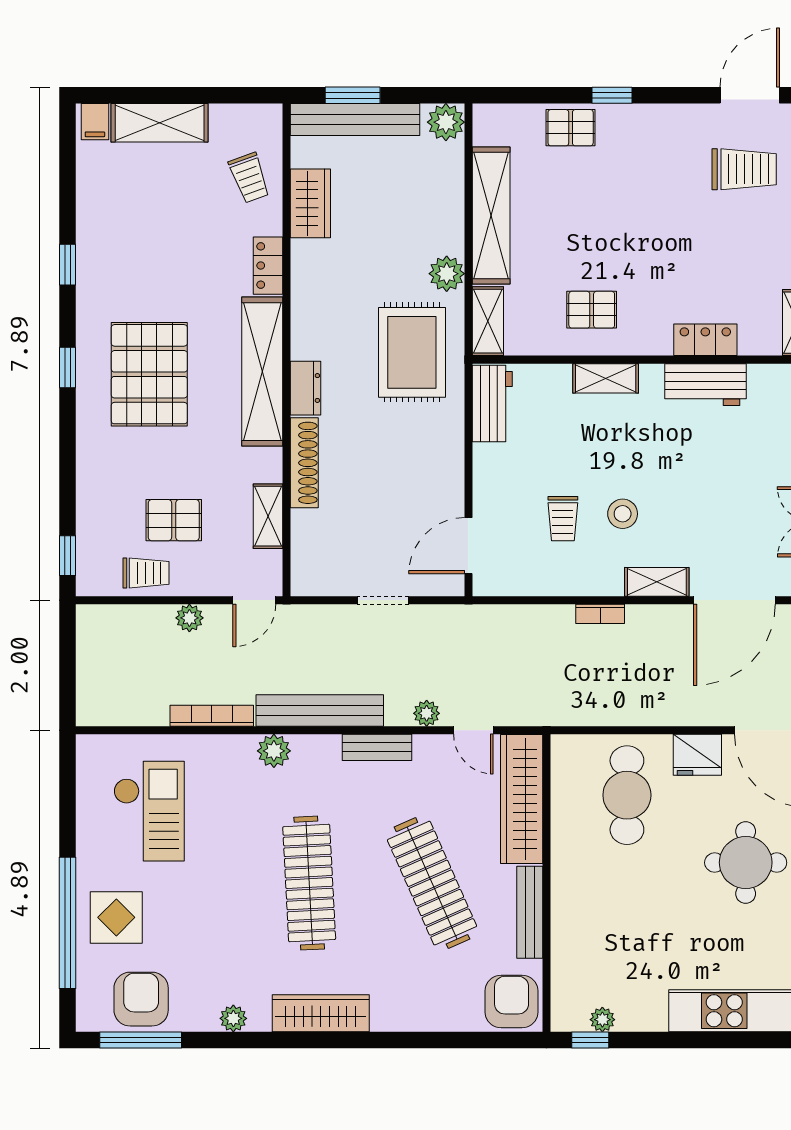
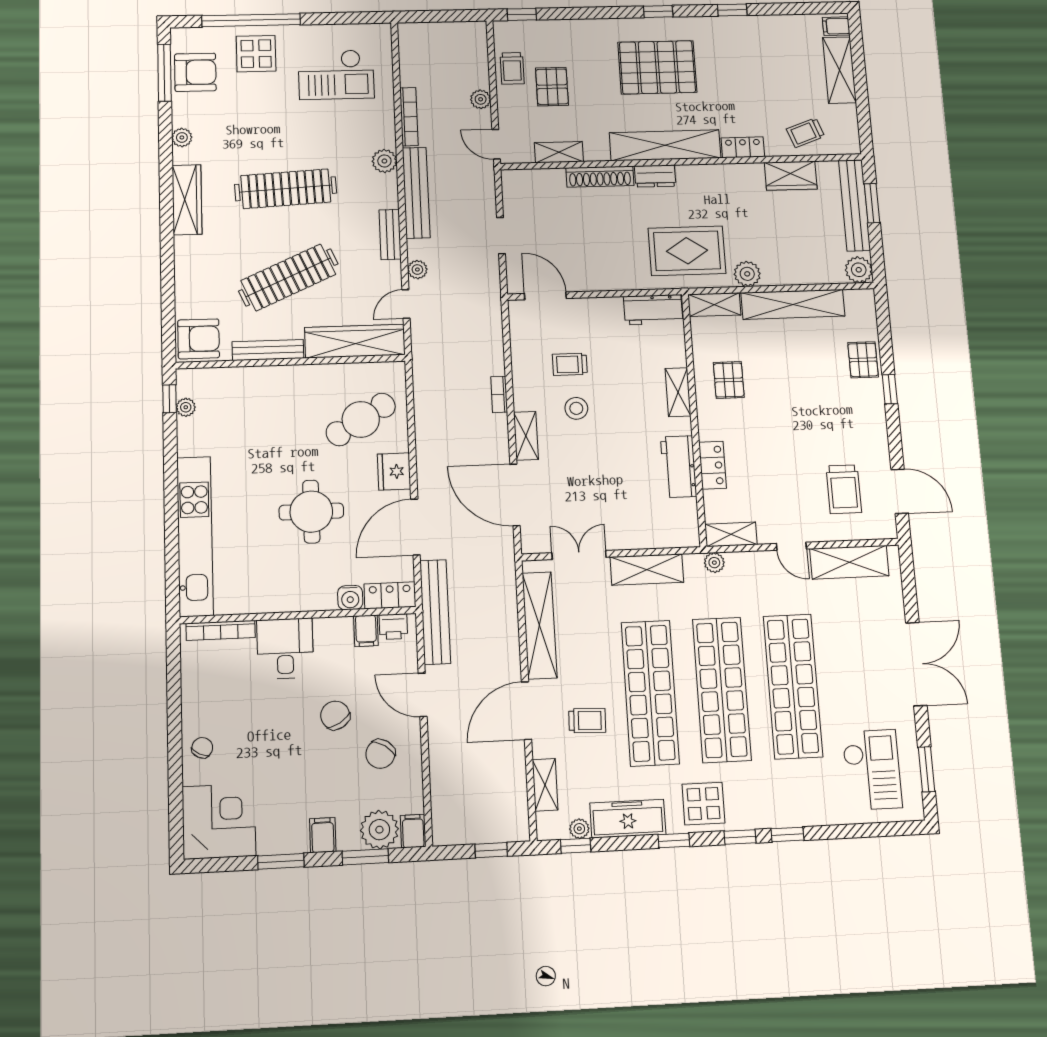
cafe table: (627, 795) -> (361, 419), turned -31

